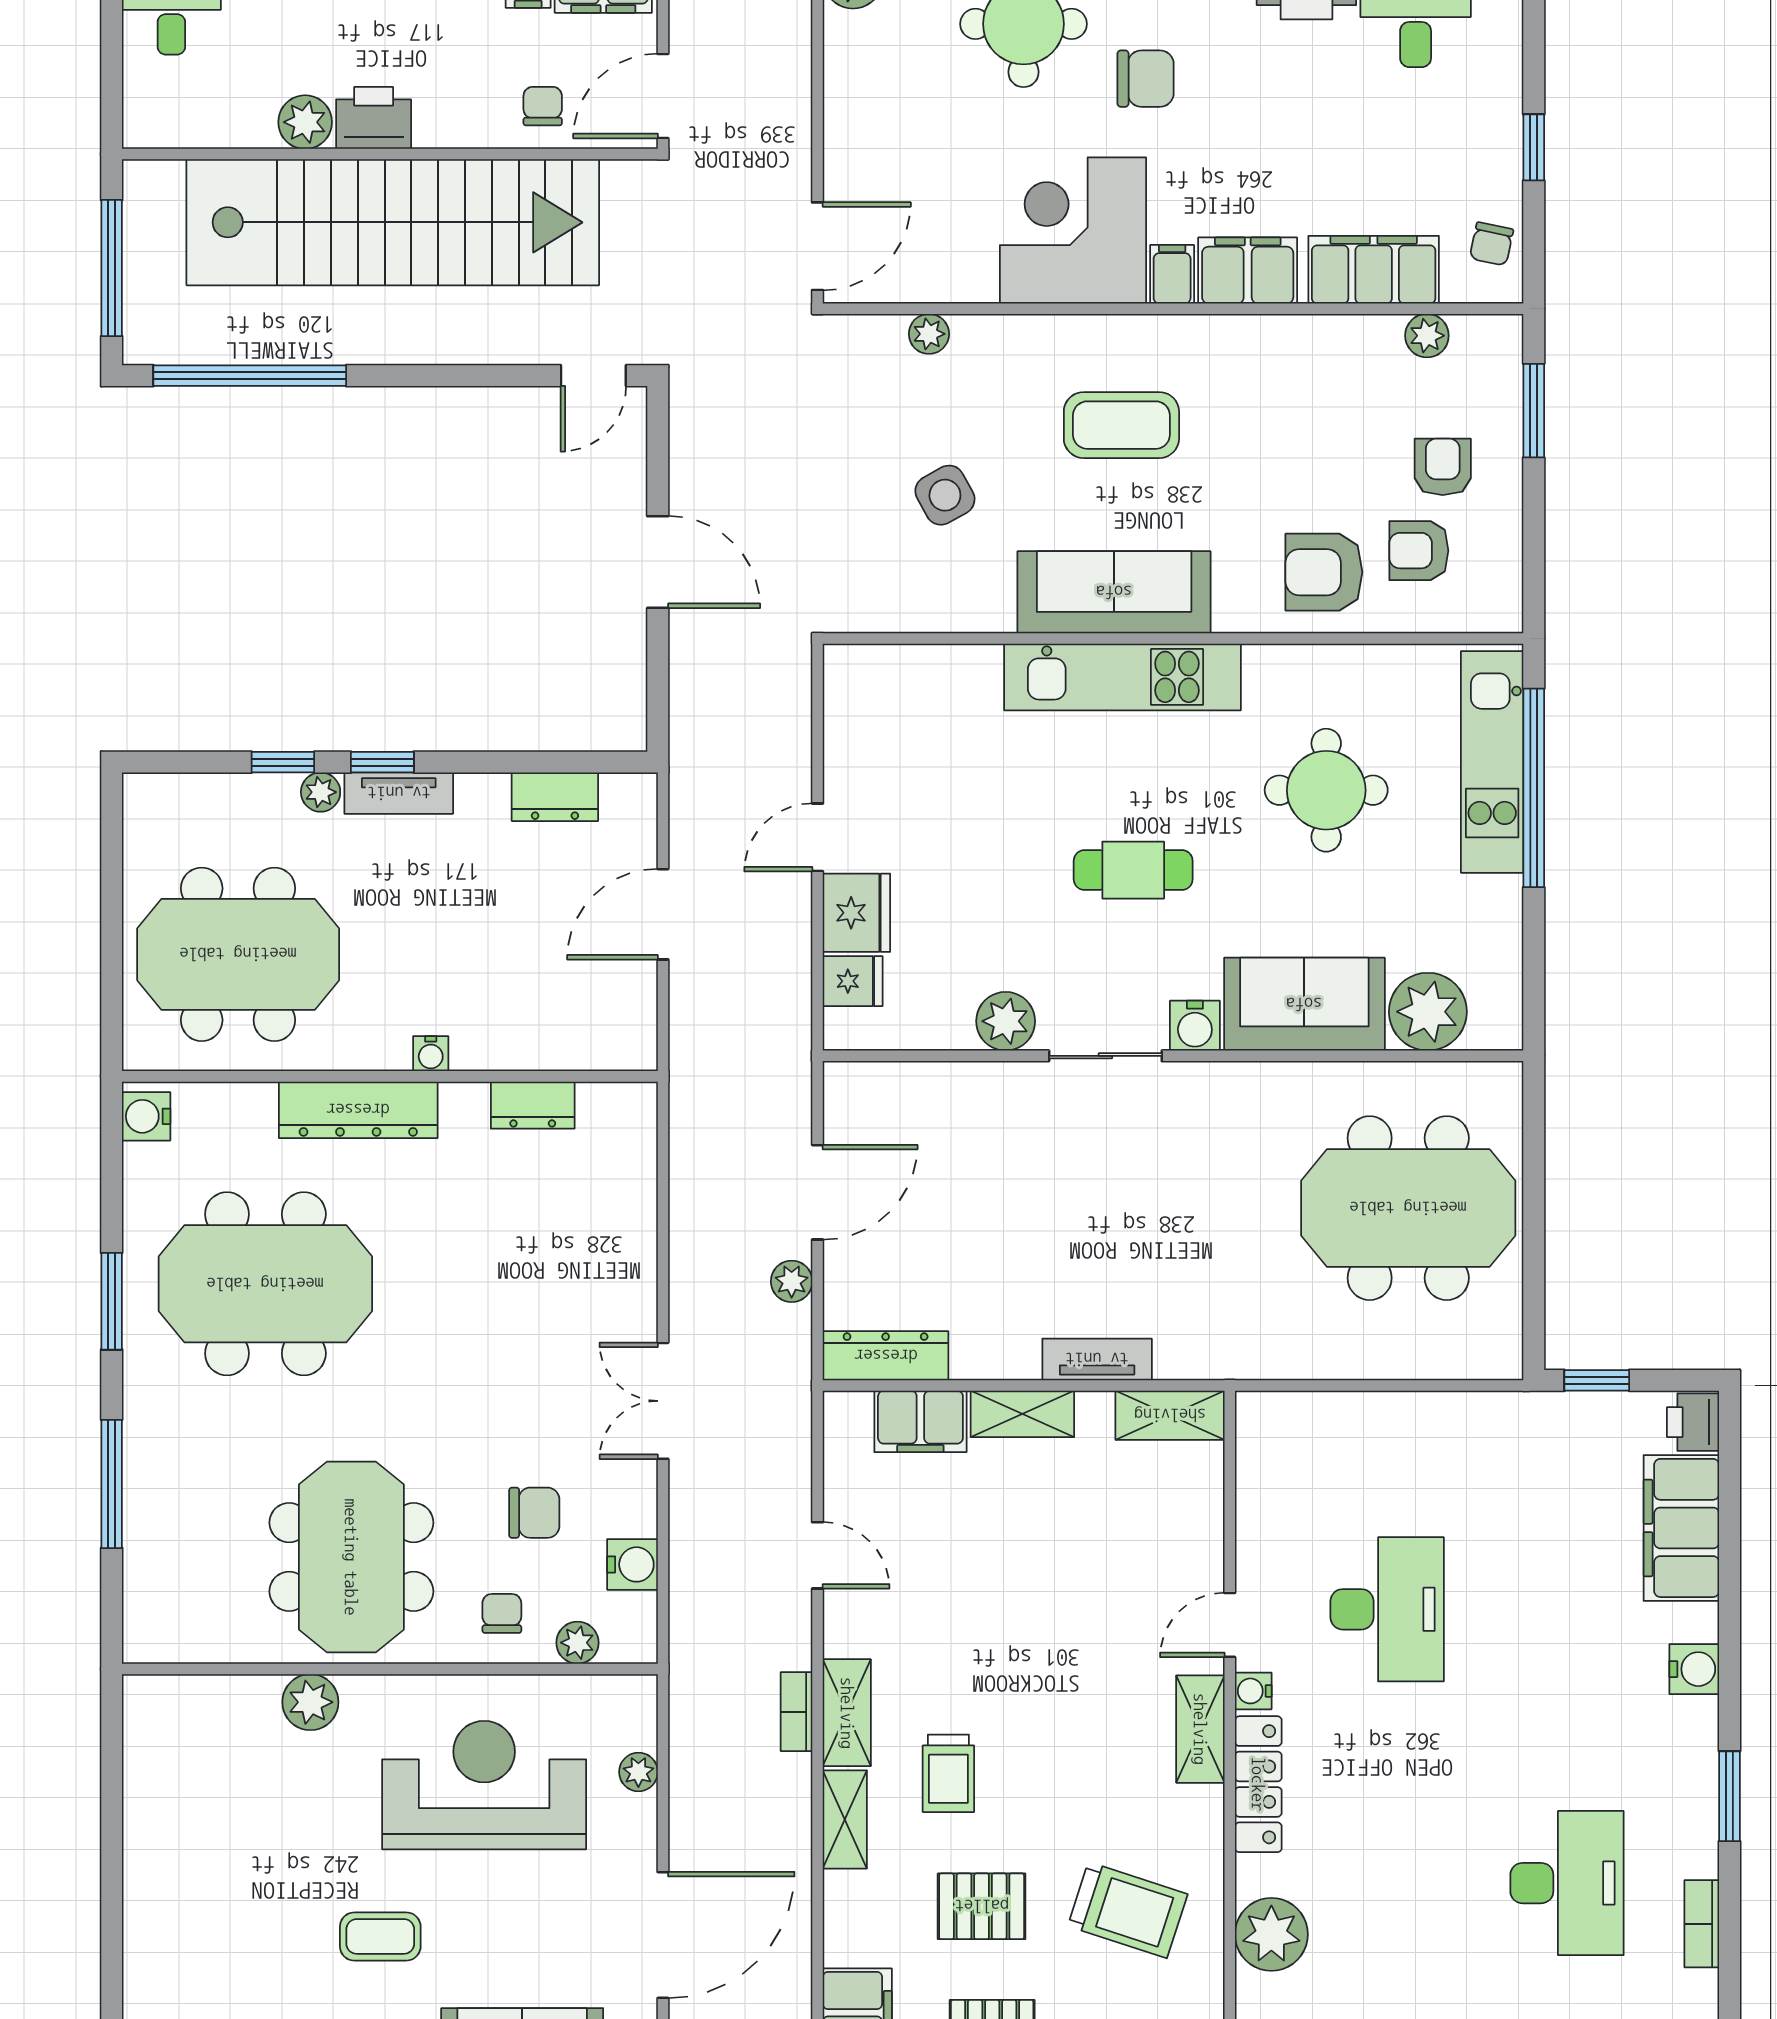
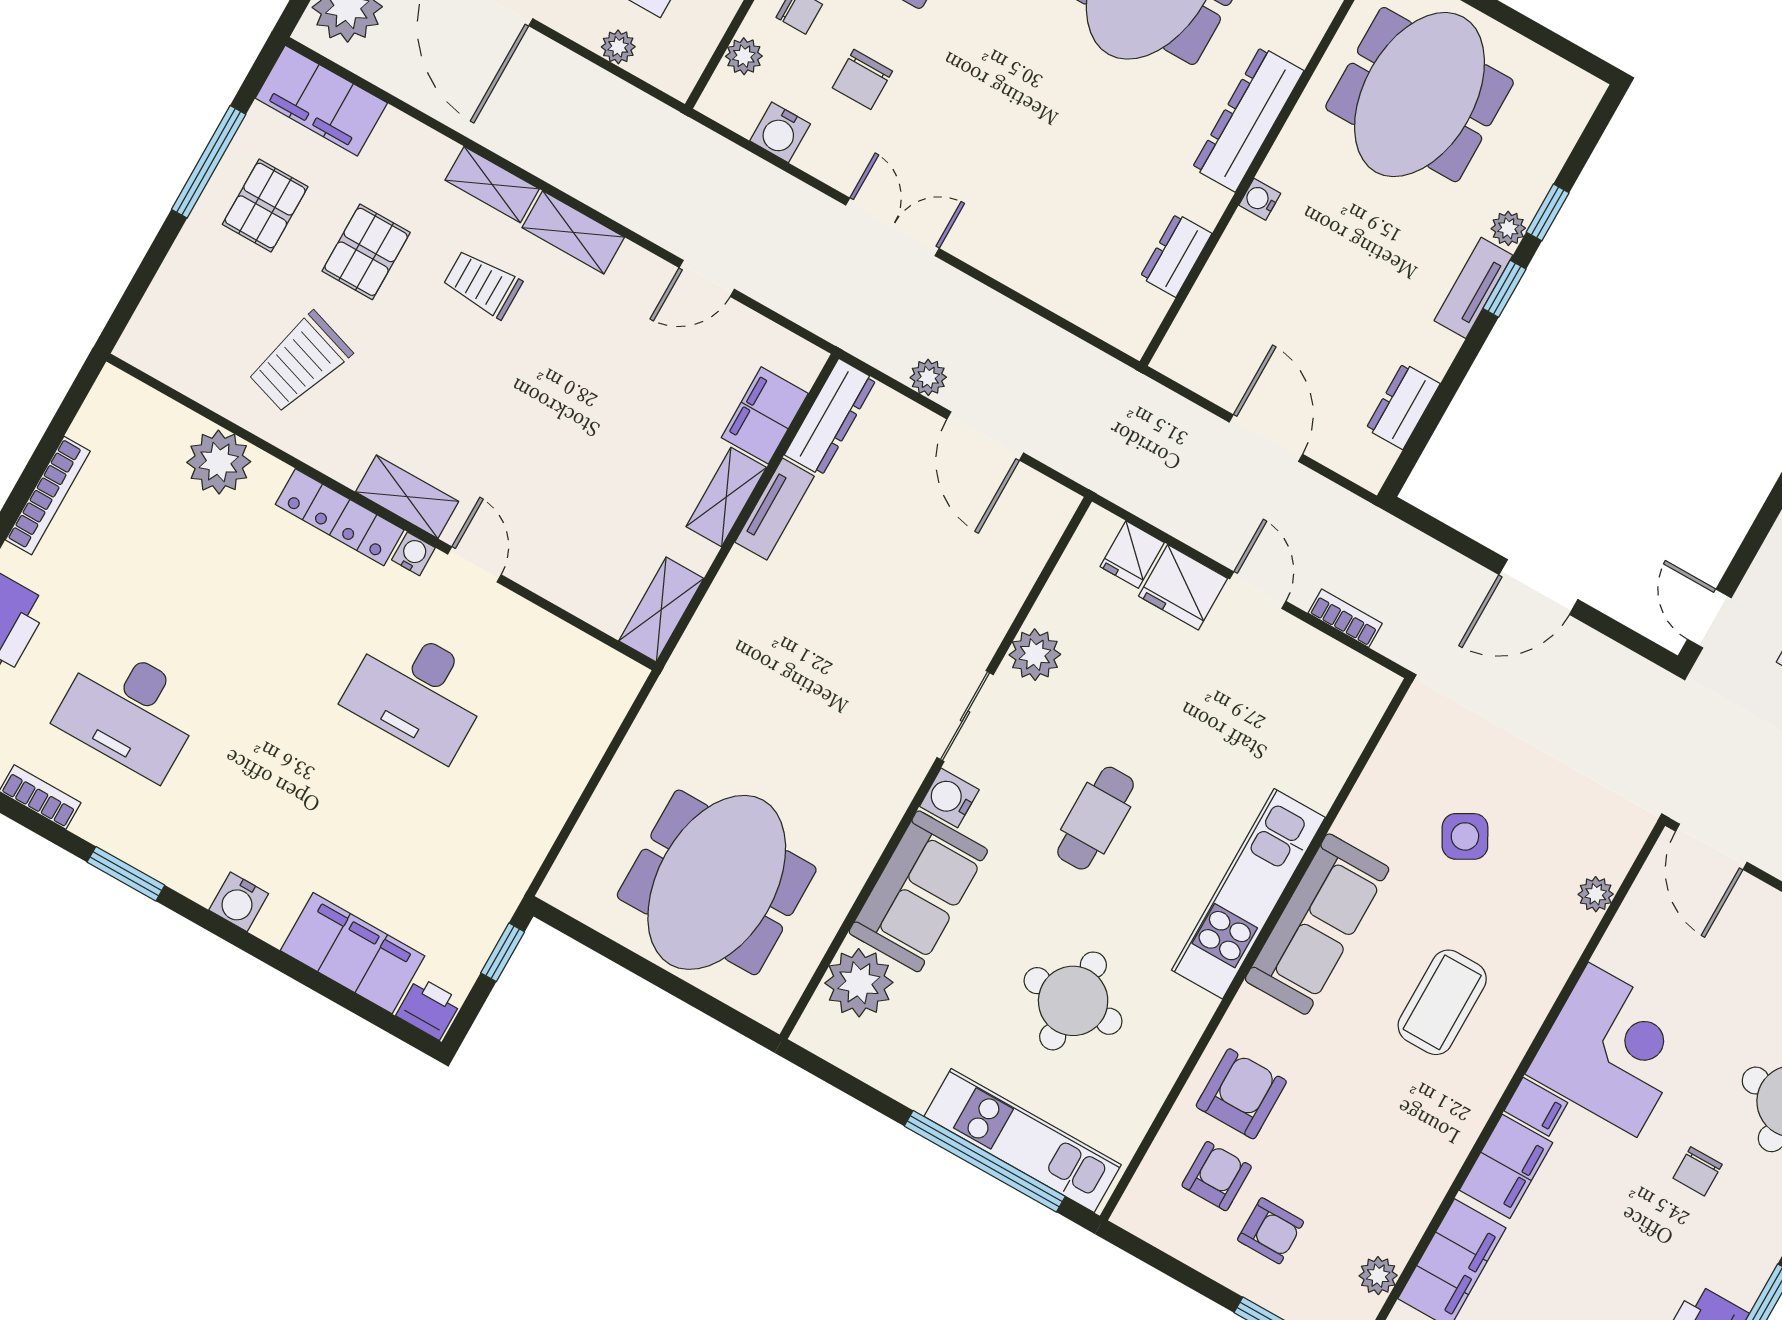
chair: (1146, 79) -> (1698, 1171), width x0.73, depth x0.73
tv unit: (1097, 1359) -> (775, 509), moved
bookcase: (797, 1712) -> (1345, 618), moved

